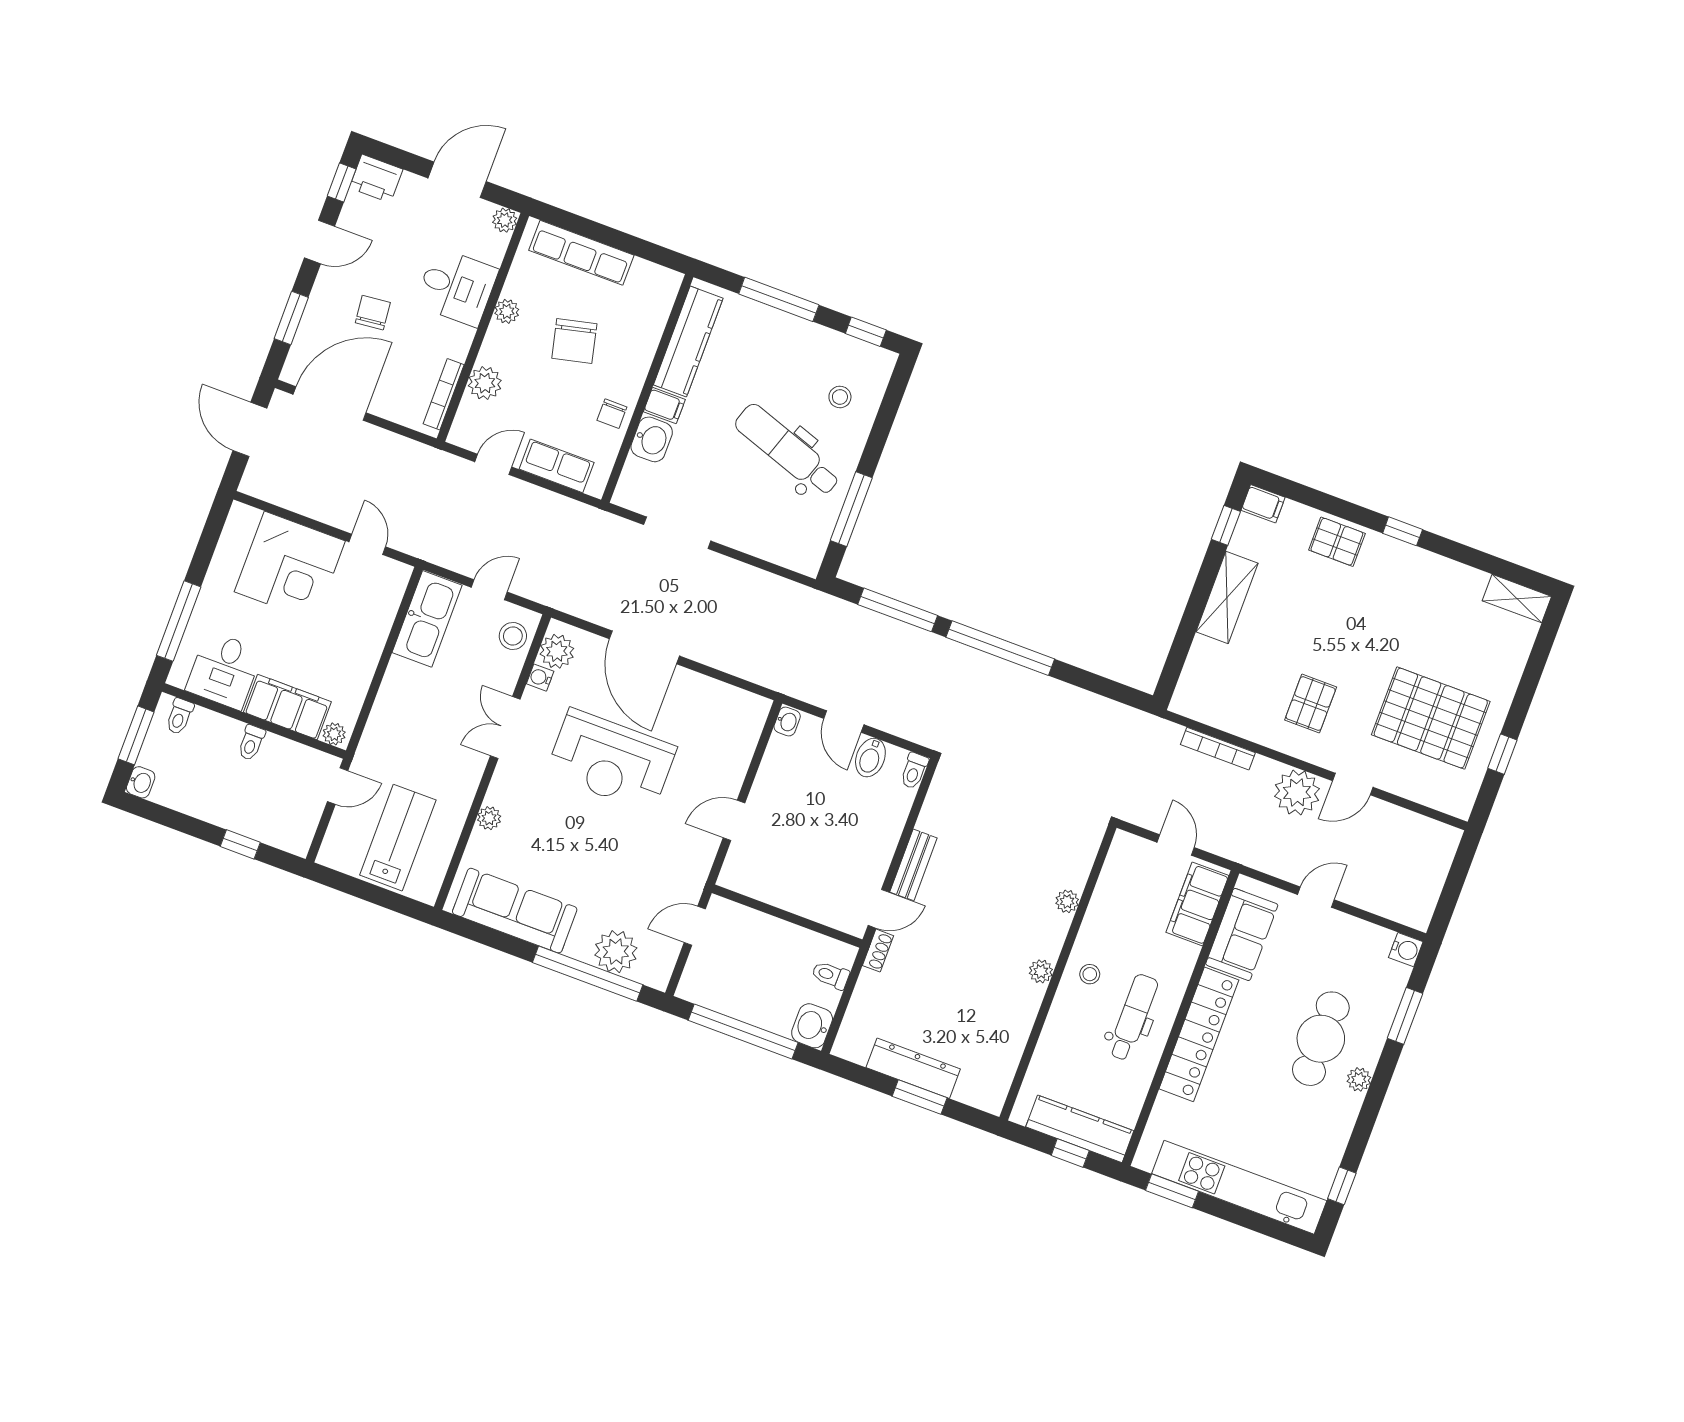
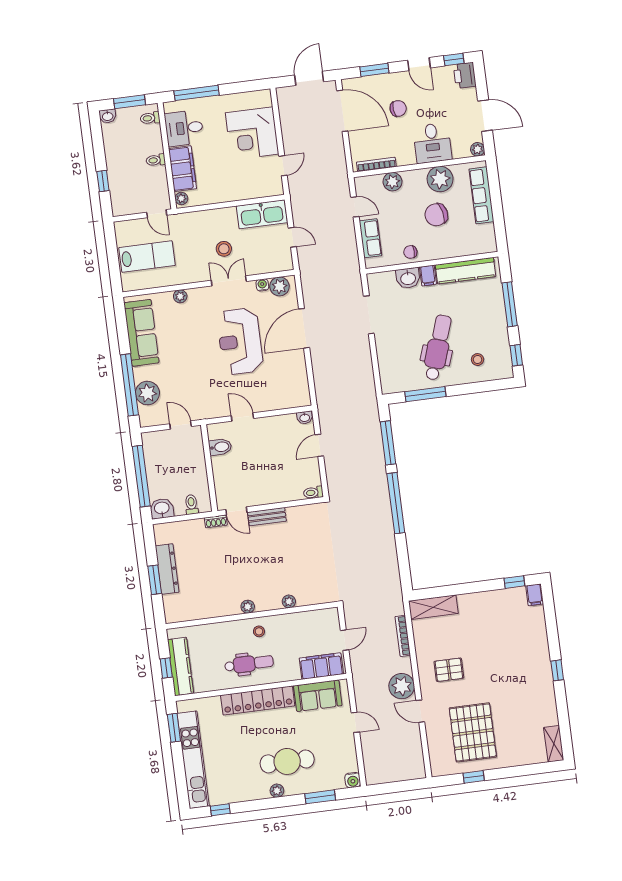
plant: (507, 311) -> (440, 179), width x1.87, depth x1.87
pallet: (1337, 542) -> (535, 641), removed
shelving: (1227, 597) -> (433, 607), moved
stool: (513, 636) -> (224, 249), moved
bidet: (870, 758) -> (220, 447), moved, turned 180

